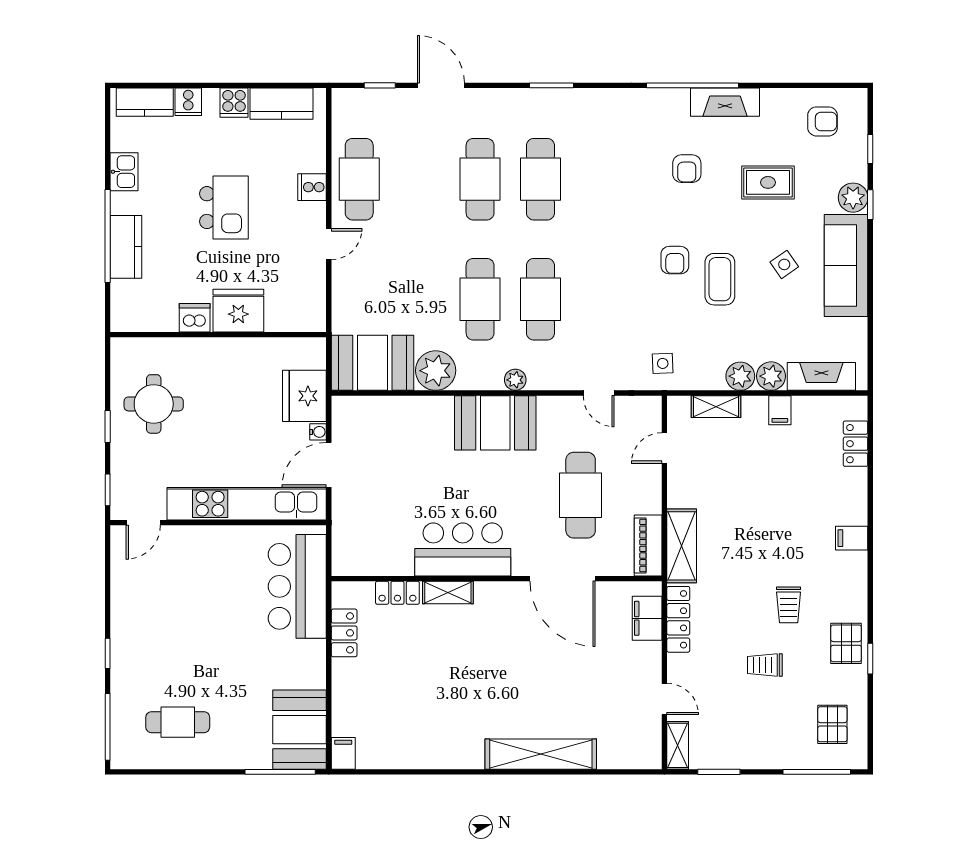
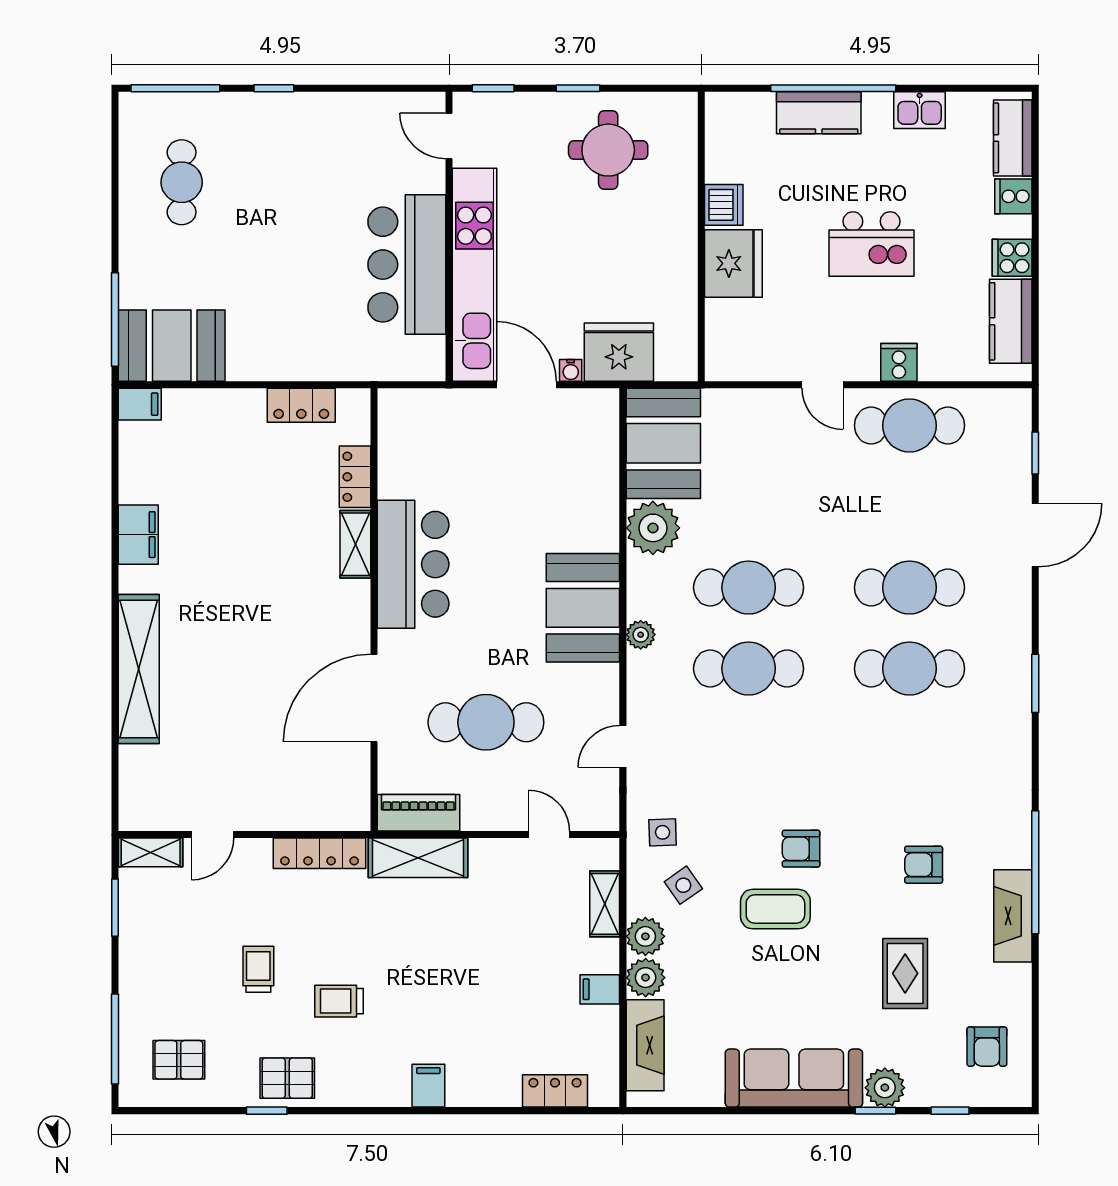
side table: (784, 264) -> (683, 885), moved
bar counter: (297, 586) -> (407, 265), moved, turned -90
filing cabinet: (647, 618) -> (138, 535), moved, turned 90

